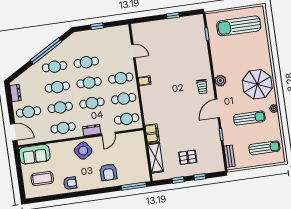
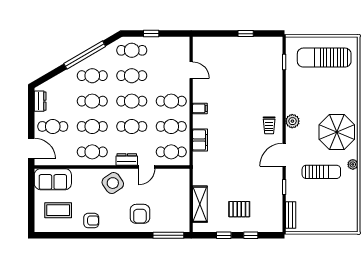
cafe table: (83, 42) -> (132, 50), added
filing cabinet: (152, 133) -> (200, 140), moved
sun lounger: (264, 148) -> (335, 211), removed

